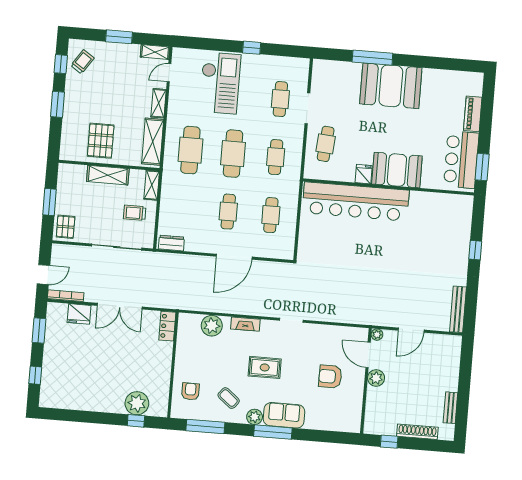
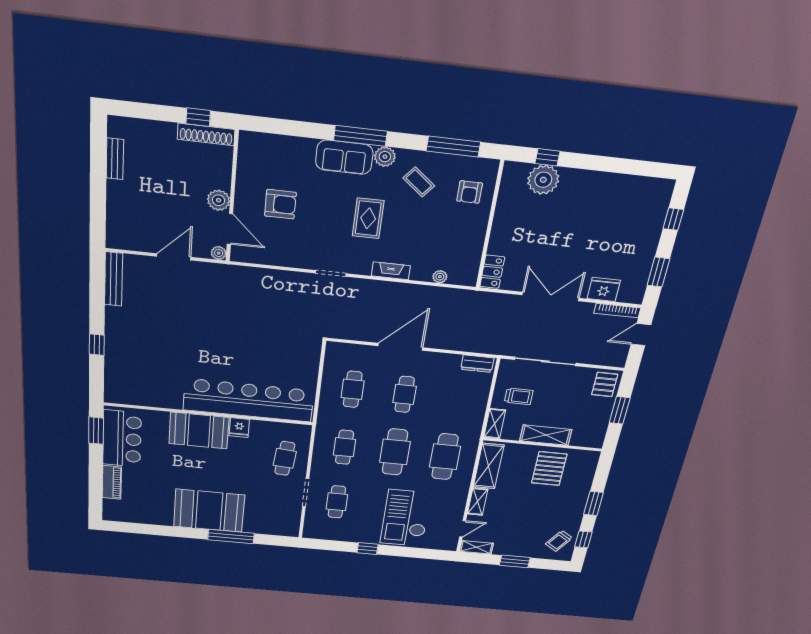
plant: (212, 326) -> (440, 277), width x0.53, depth x0.53
rug: (265, 367) -> (368, 218), turned 90
shoe rack: (417, 432) -> (206, 134), moved

